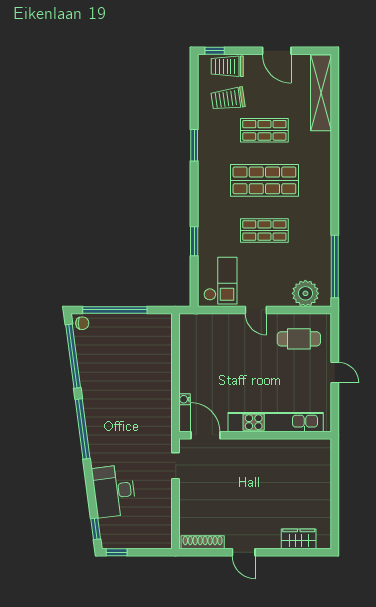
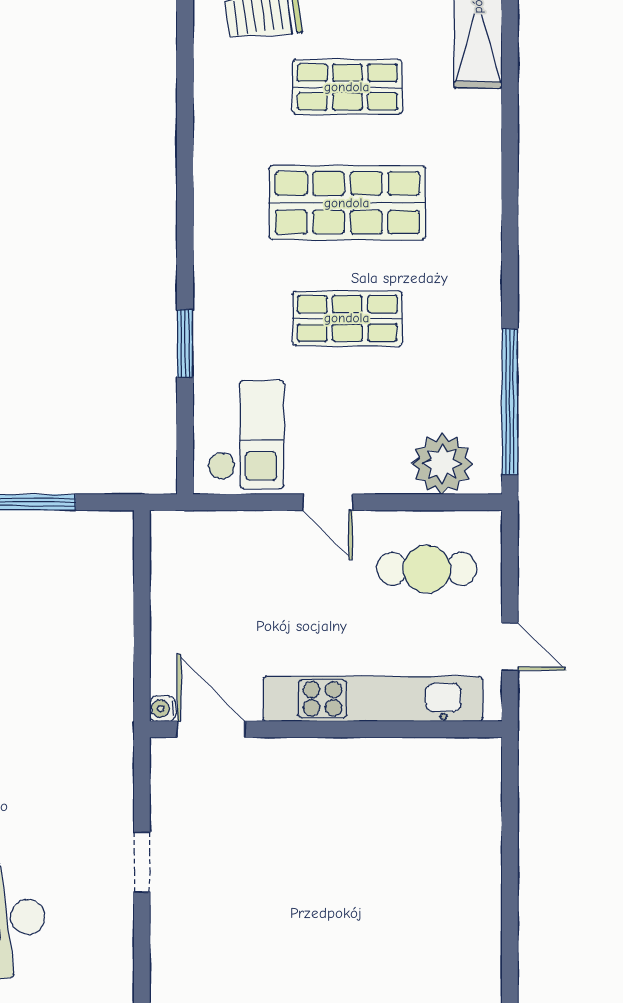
window: (194, 145) -> (185, 121), removed
kitchen unit: (276, 422) -> (373, 699), moved
door: (205, 435) -> (211, 729), moved
wall: (255, 435) -> (326, 729), moved

